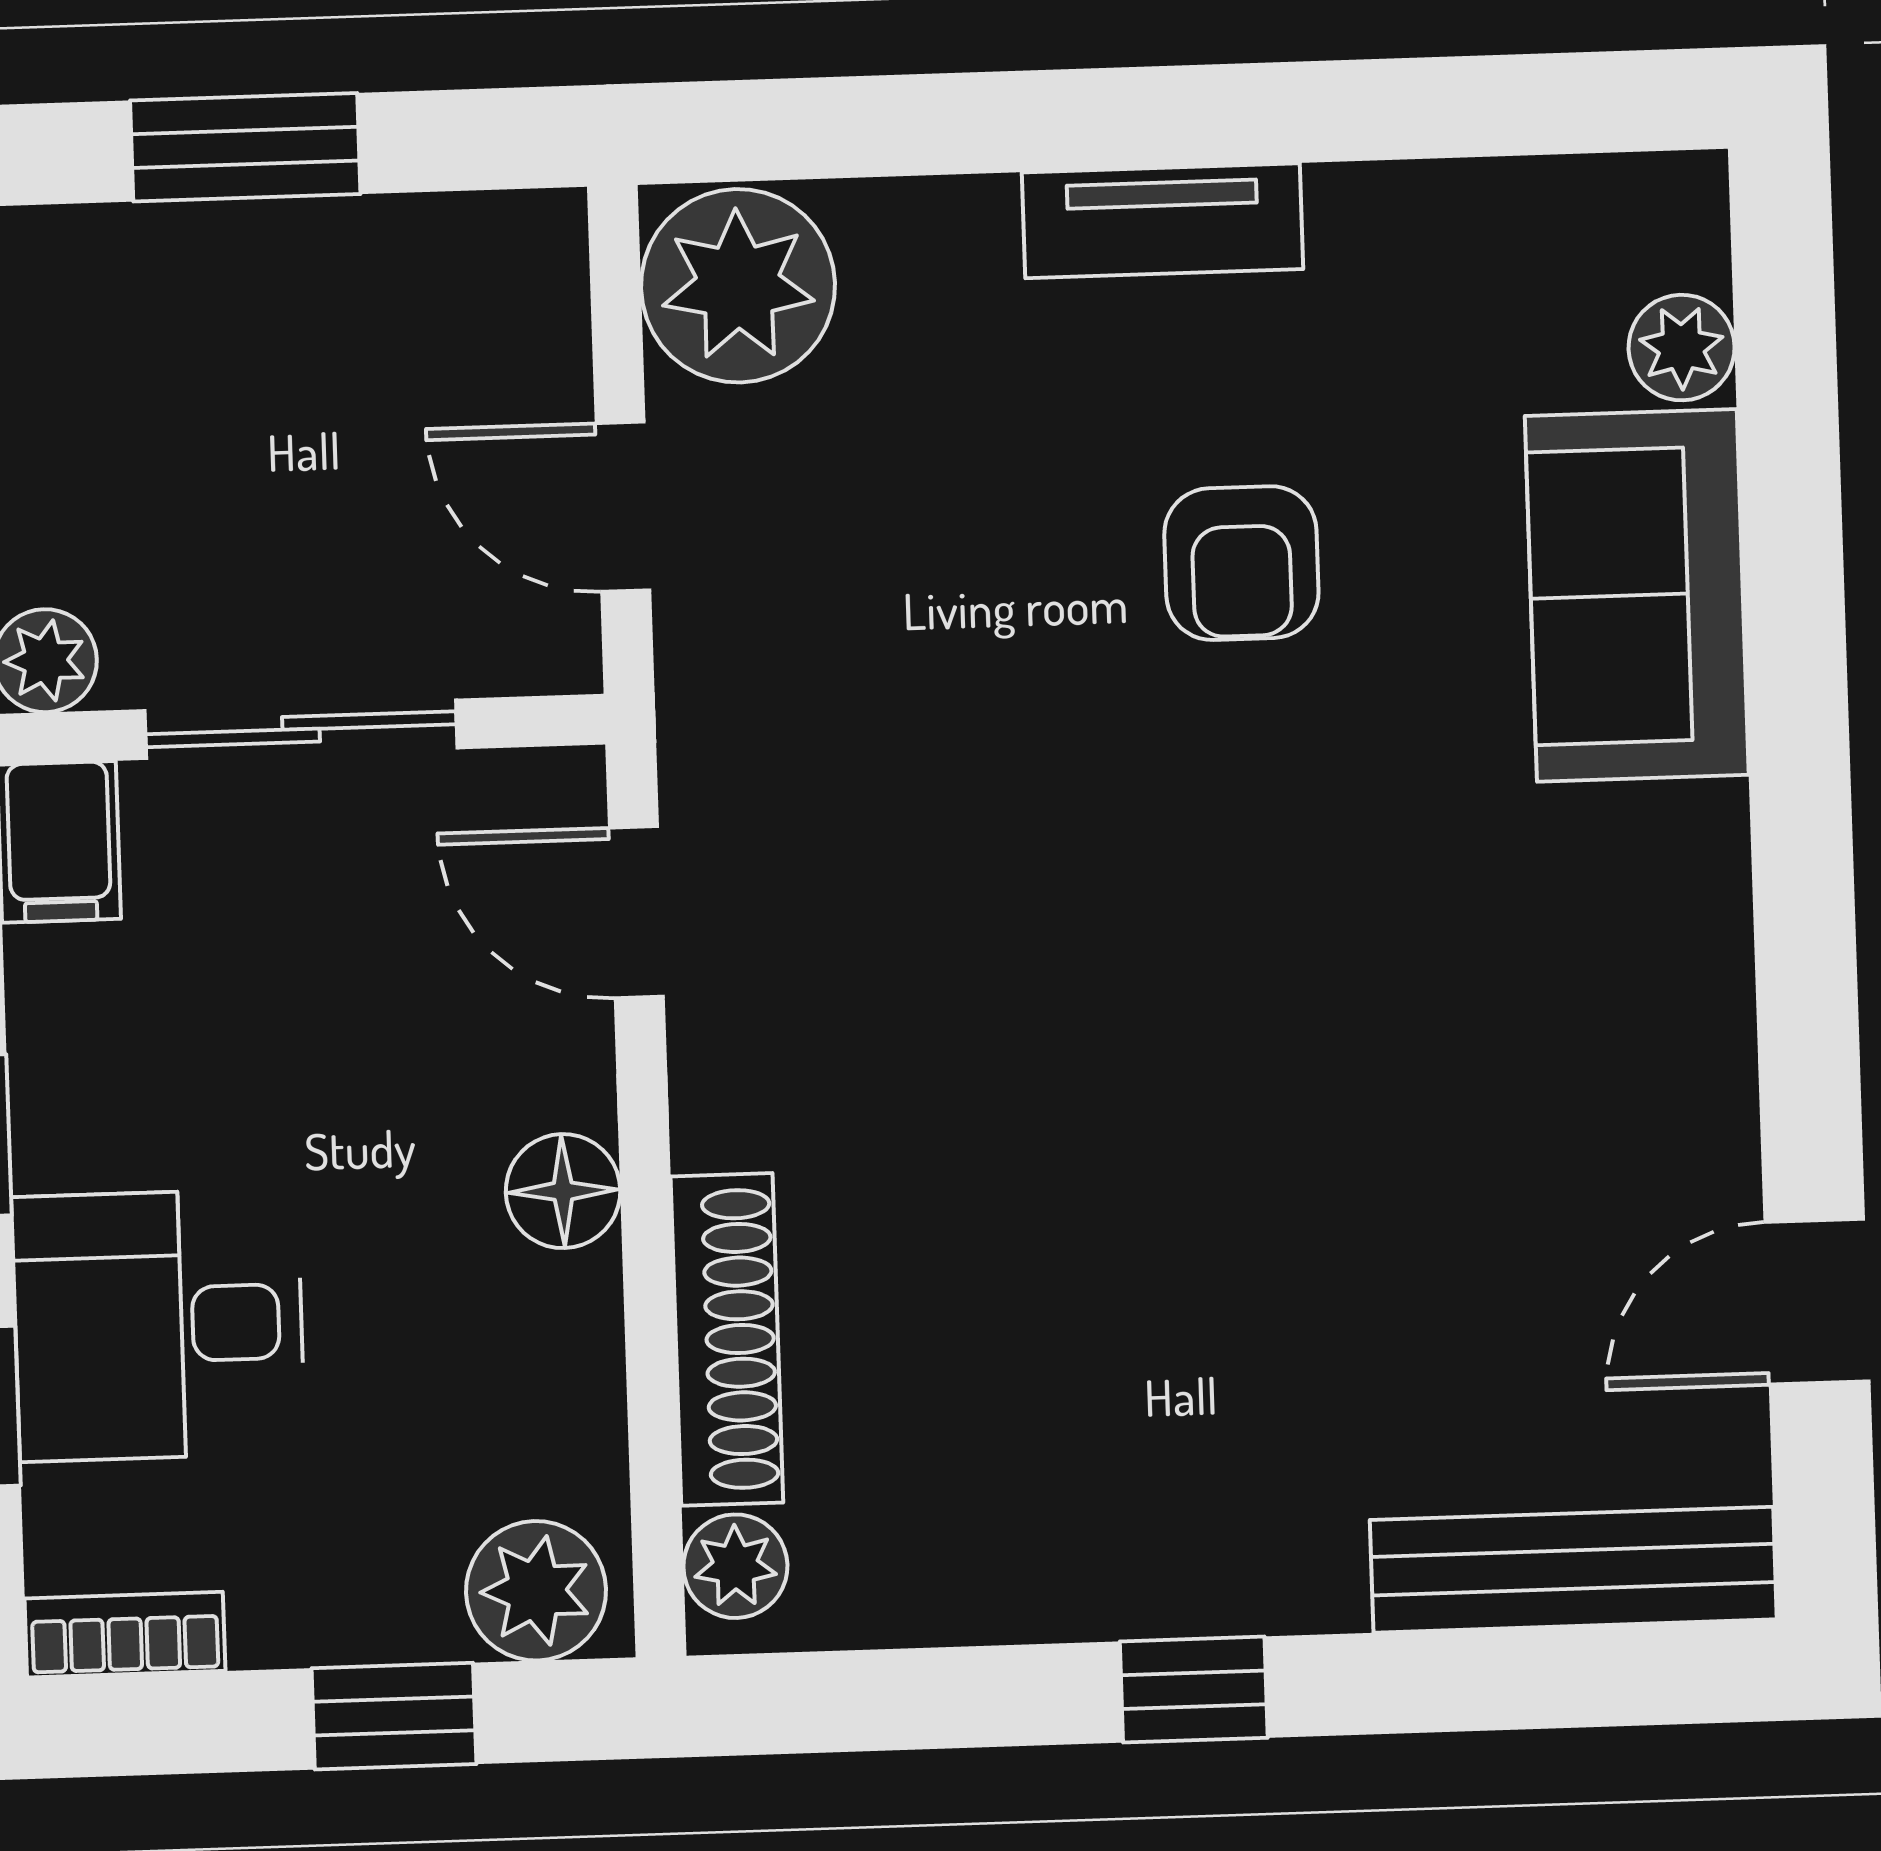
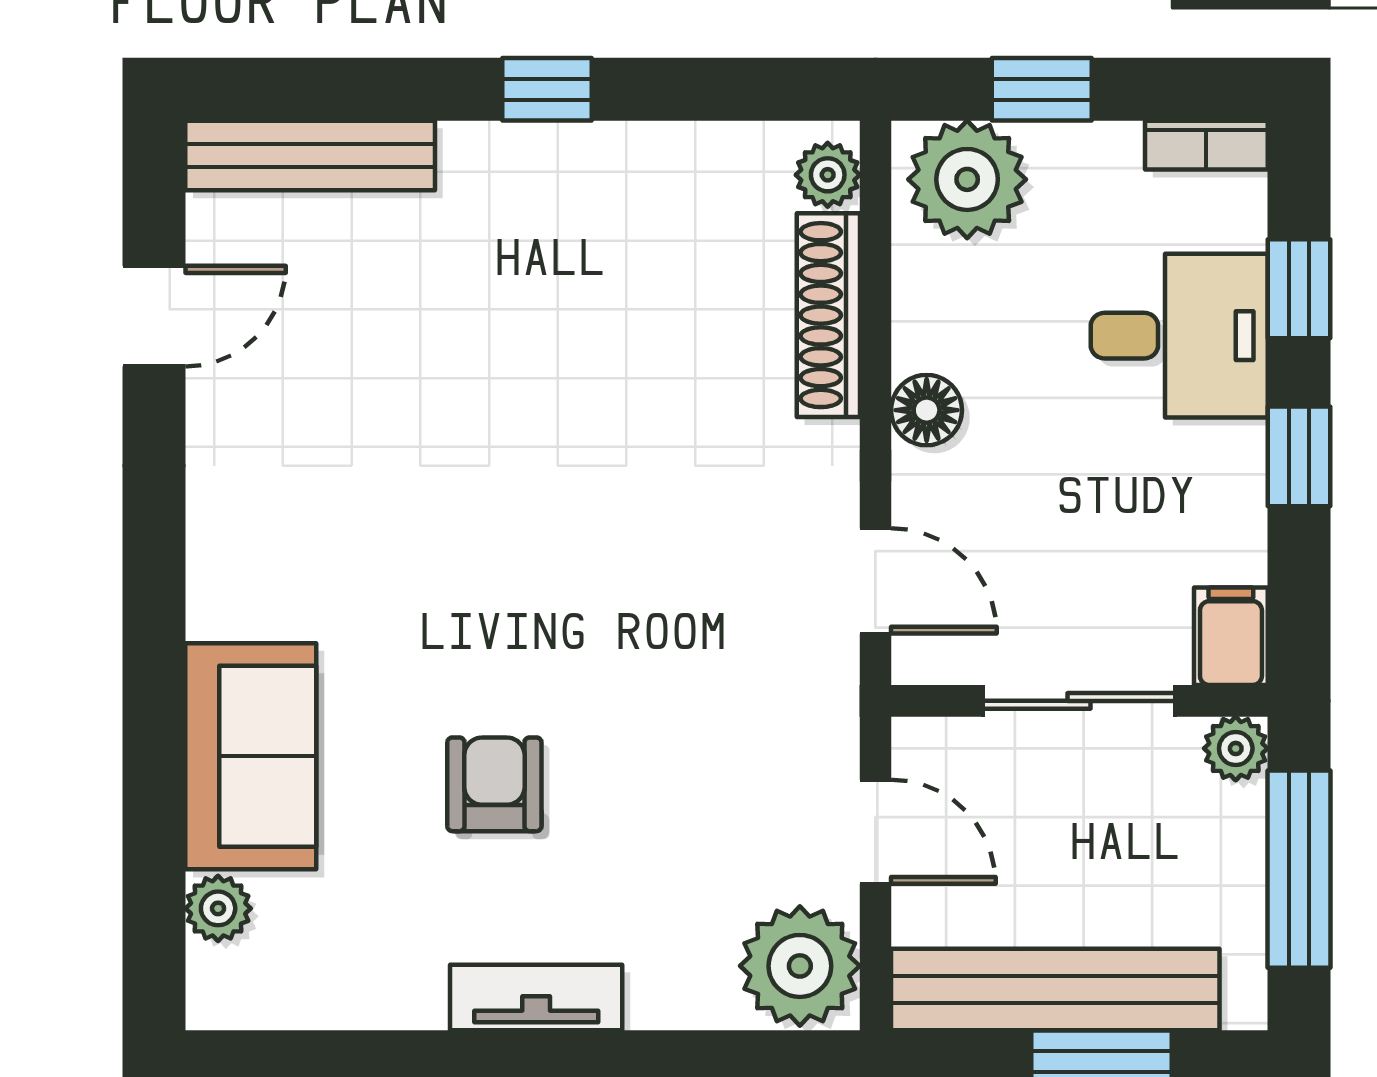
bench: (324, 261) -> (1055, 989), added
plant: (536, 1591) -> (967, 179), width x1.36, depth x1.36

